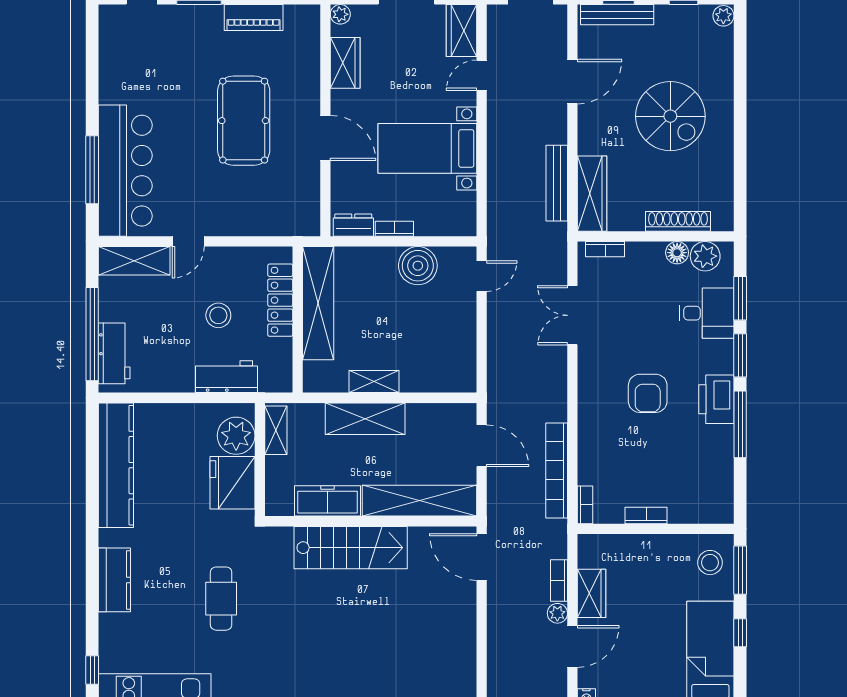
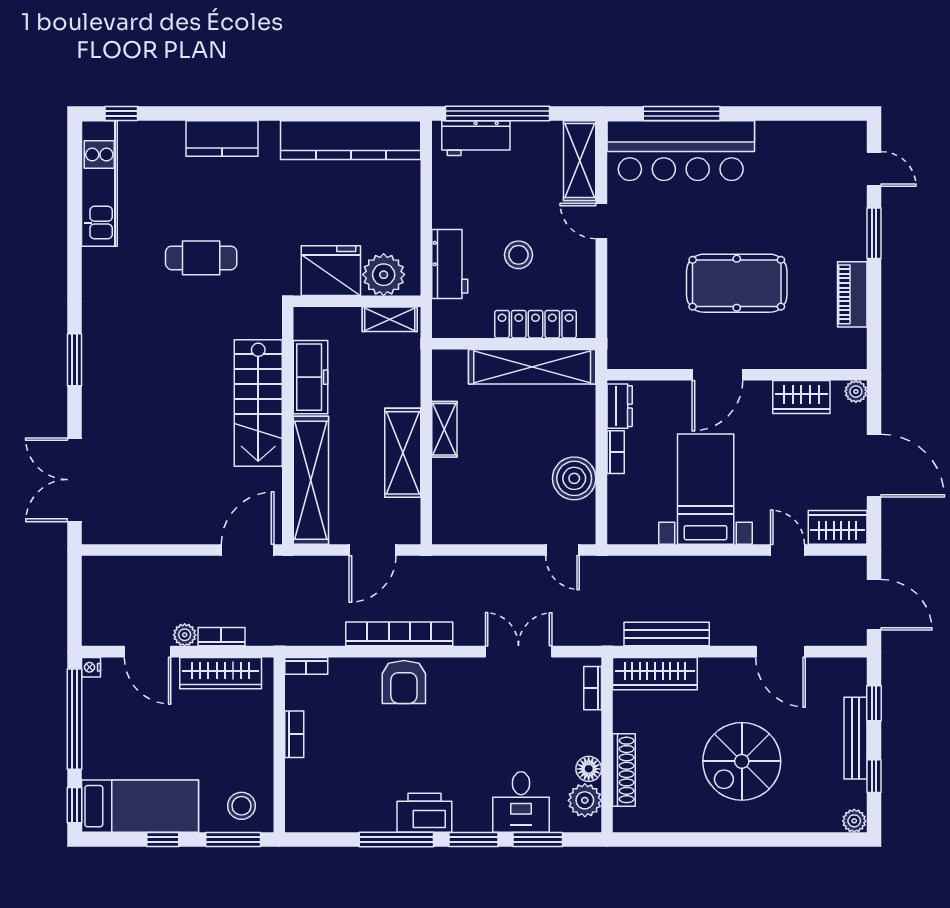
bench: (617, 15) -> (855, 738), moved
armchair: (648, 393) -> (404, 682), moved, turned -90
shelving: (365, 419) -> (403, 453), moved
bookcase: (557, 470) -> (399, 634), moved
wardrobe: (592, 593) -> (221, 673), width x1.50

